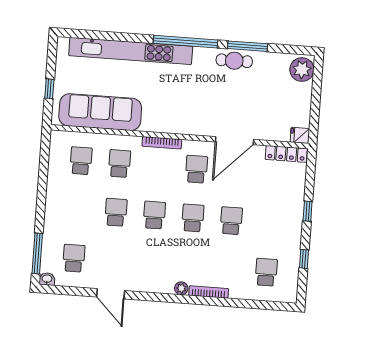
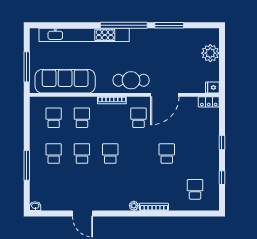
cafe table: (234, 61) -> (131, 80), moved, width x1.37, depth x1.35
plant: (302, 70) -> (210, 53), moved
window: (49, 89) -> (27, 67), width x2.17
locker: (286, 154) -> (209, 102), width x0.66
school desk: (193, 218) -> (138, 154), removed
window: (37, 253) -> (27, 165), moved
school desk: (74, 258) -> (54, 154), moved

